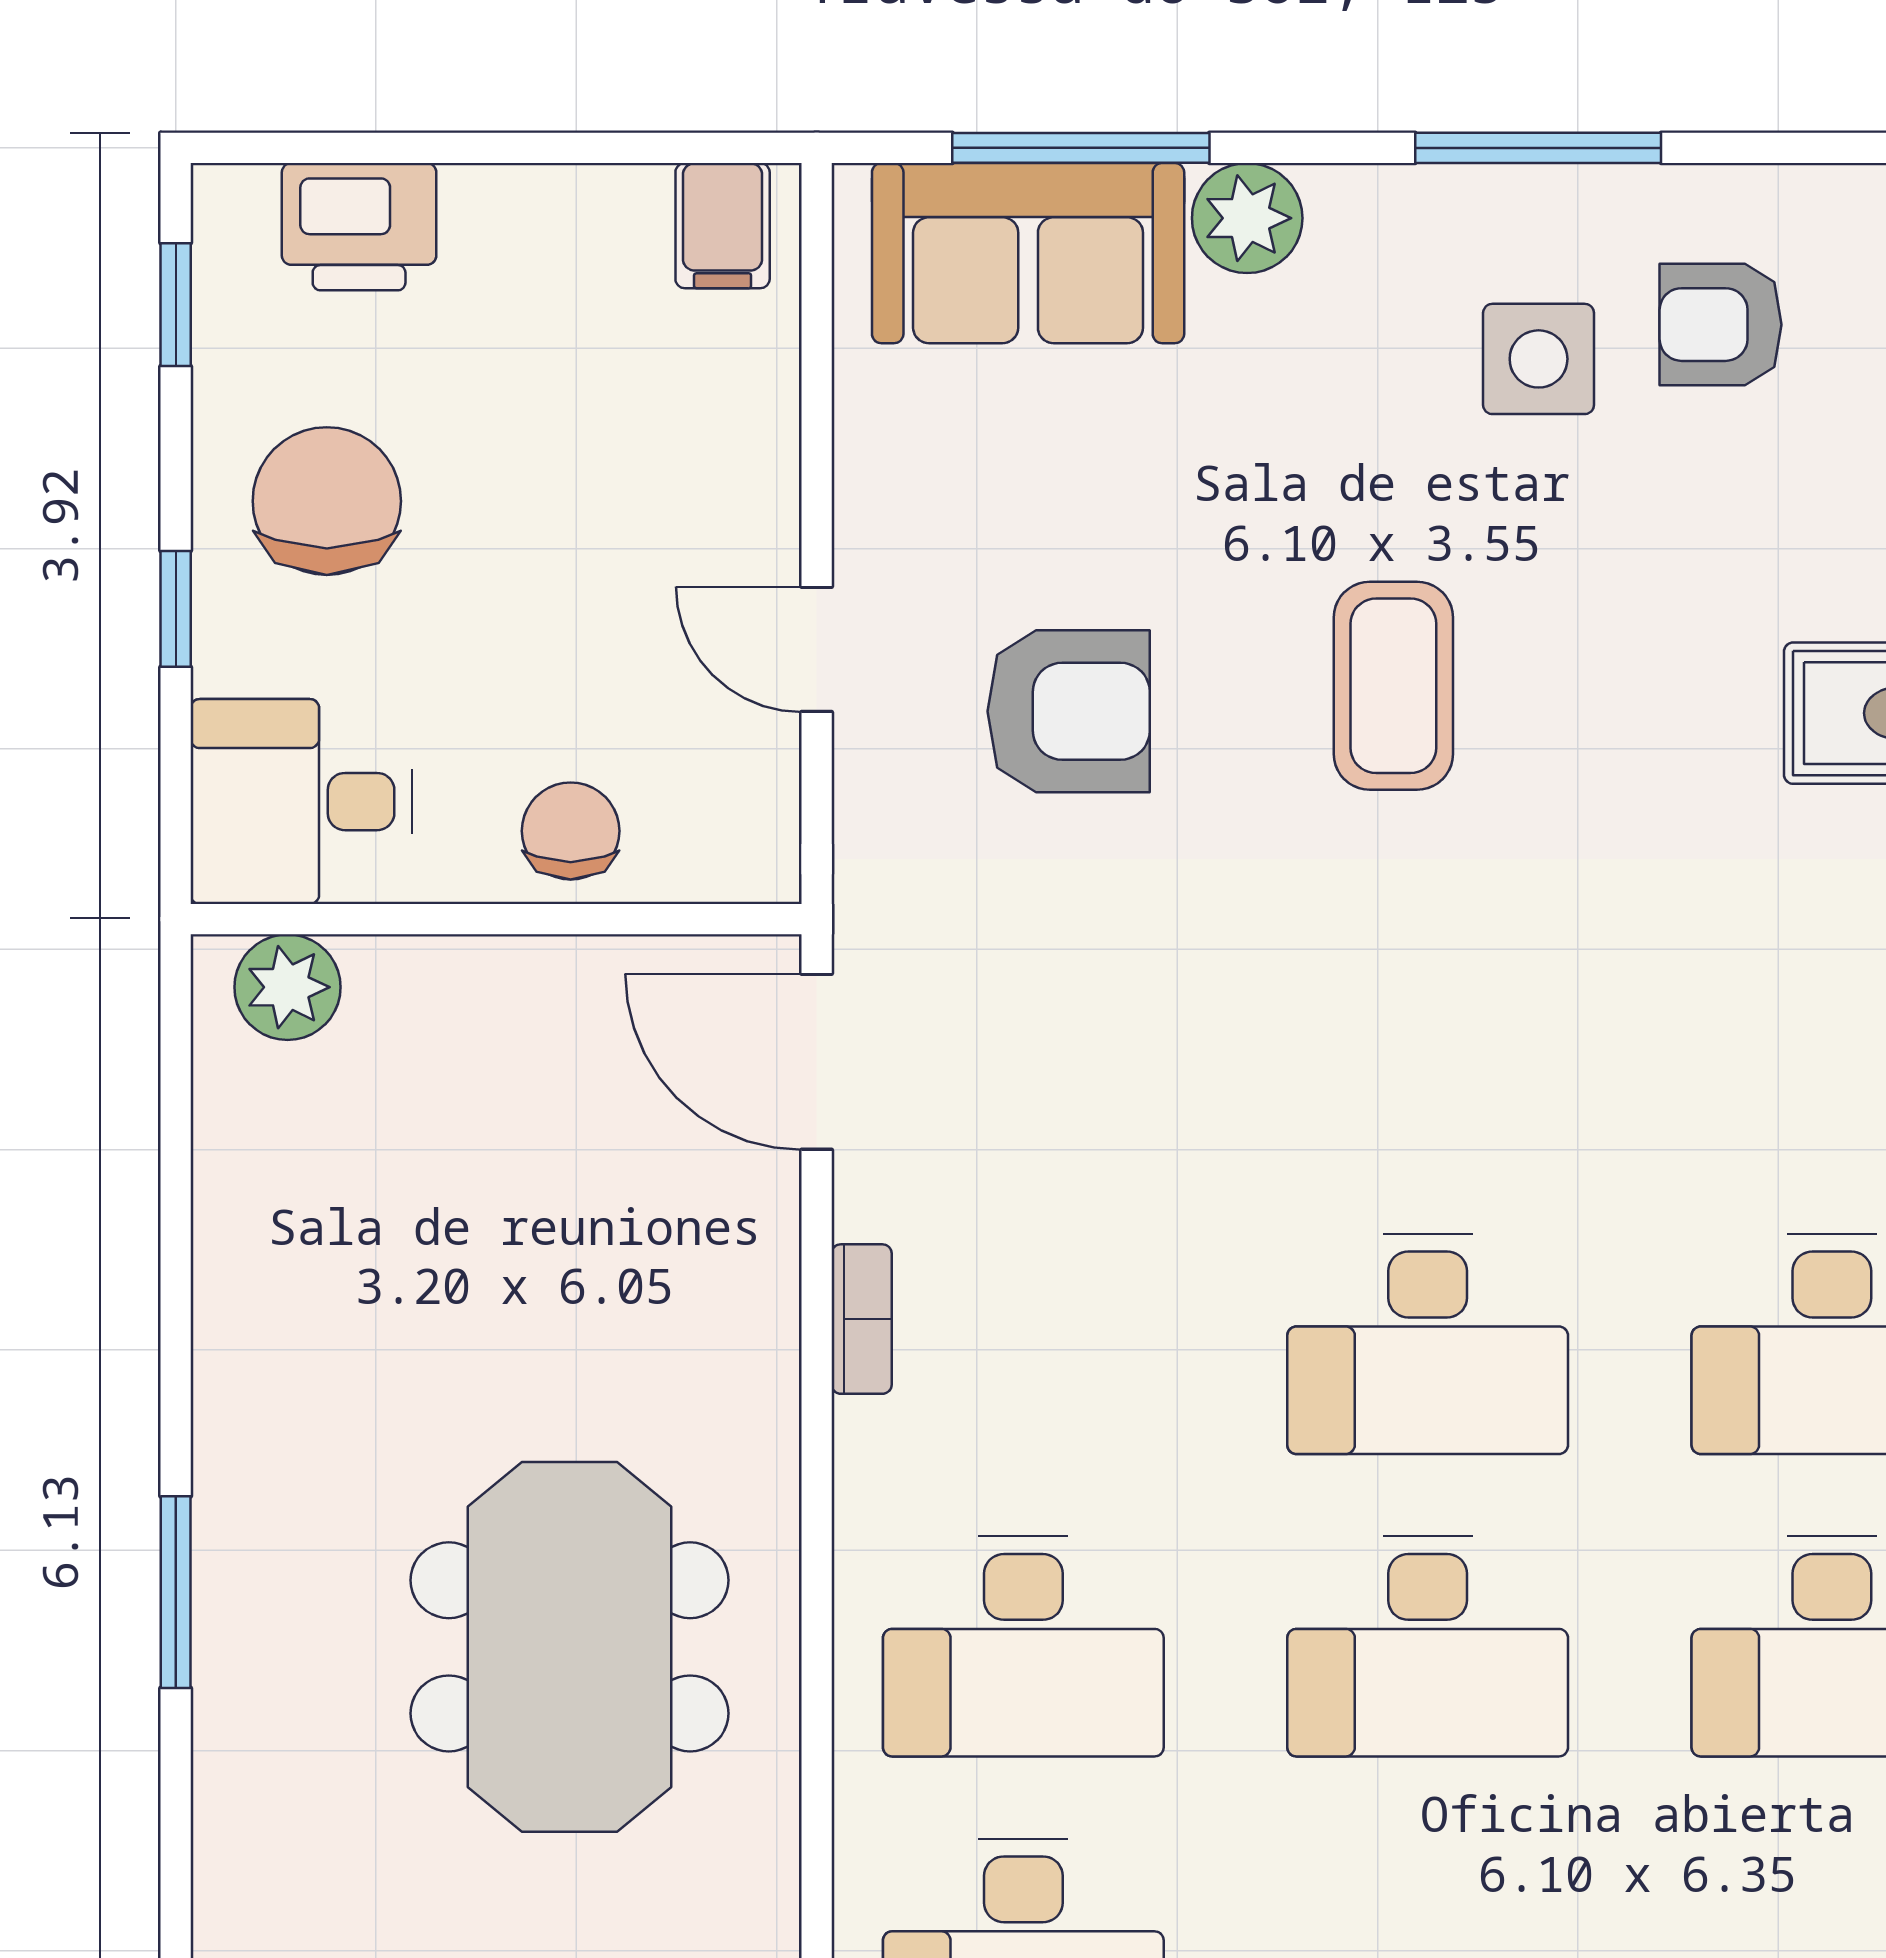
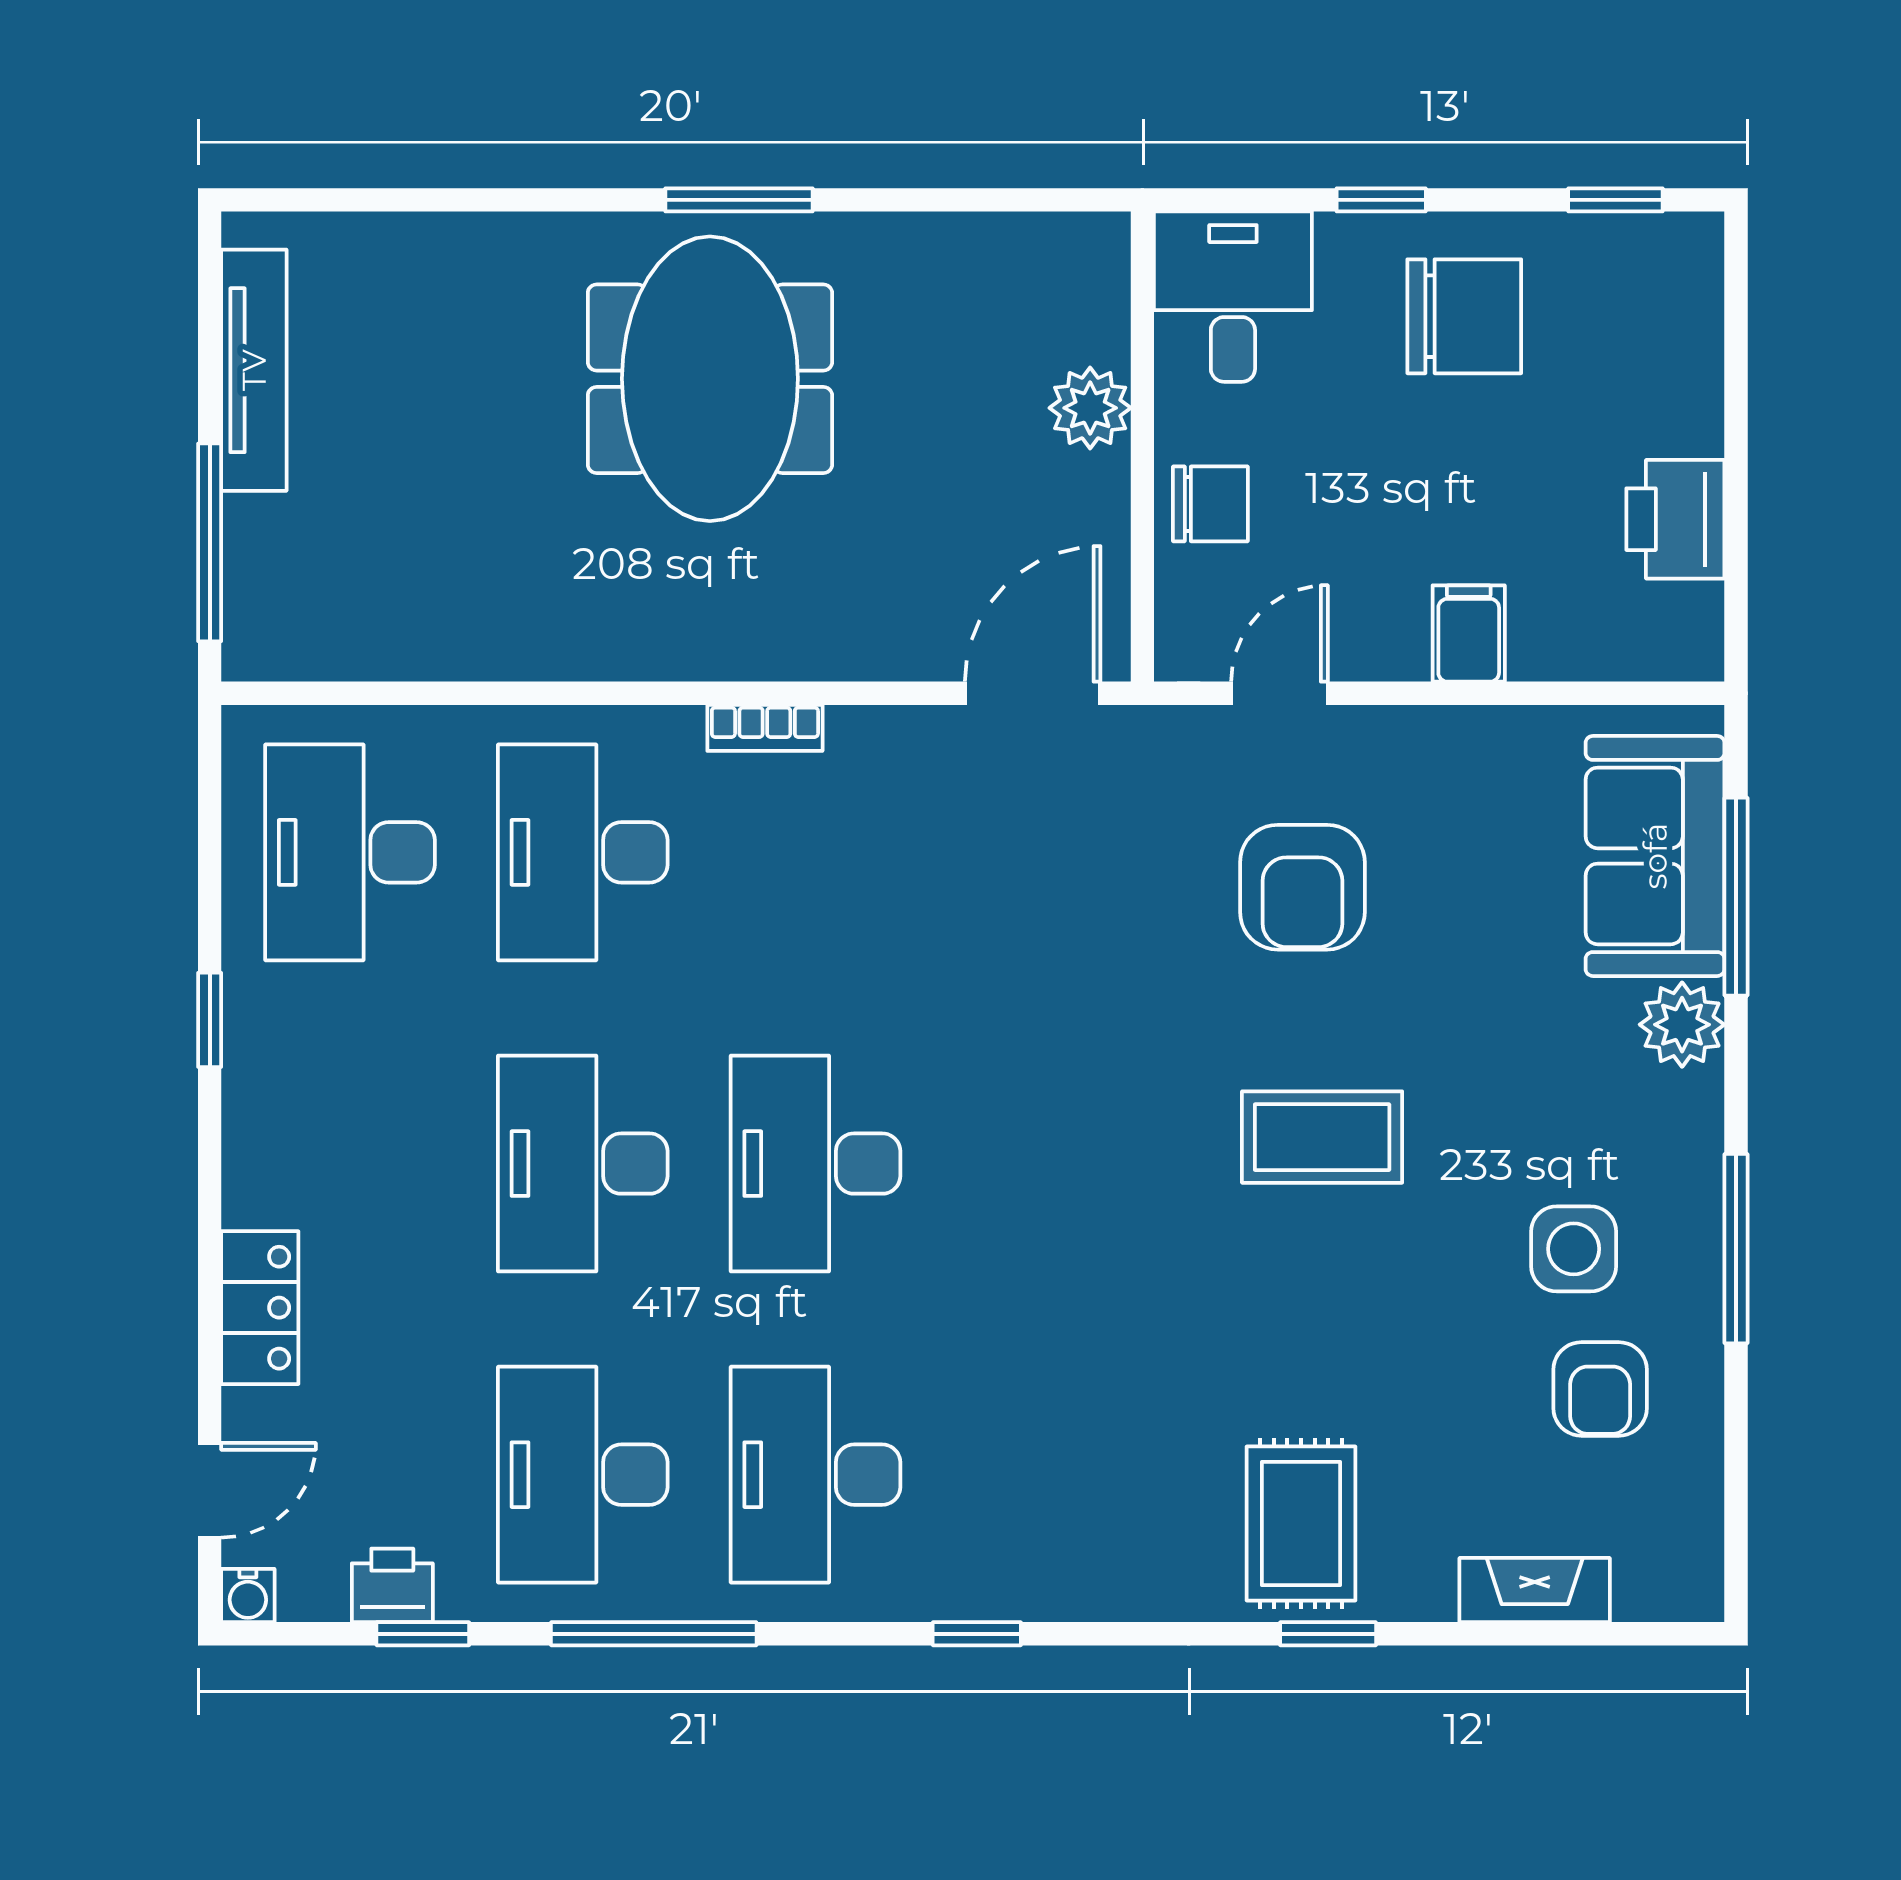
filing cabinet: (723, 226) -> (1469, 633), moved, turned 90
printer: (359, 227) -> (1675, 519), moved
armchair: (1721, 325) -> (1600, 1389), turned 180
door: (817, 649) -> (1279, 693), moved
plant: (288, 987) -> (1090, 408), moved
bookcase: (862, 1319) -> (765, 728), moved
window: (176, 1592) -> (739, 200), moved
meeting table: (569, 1647) -> (710, 379), moved, turned 90

